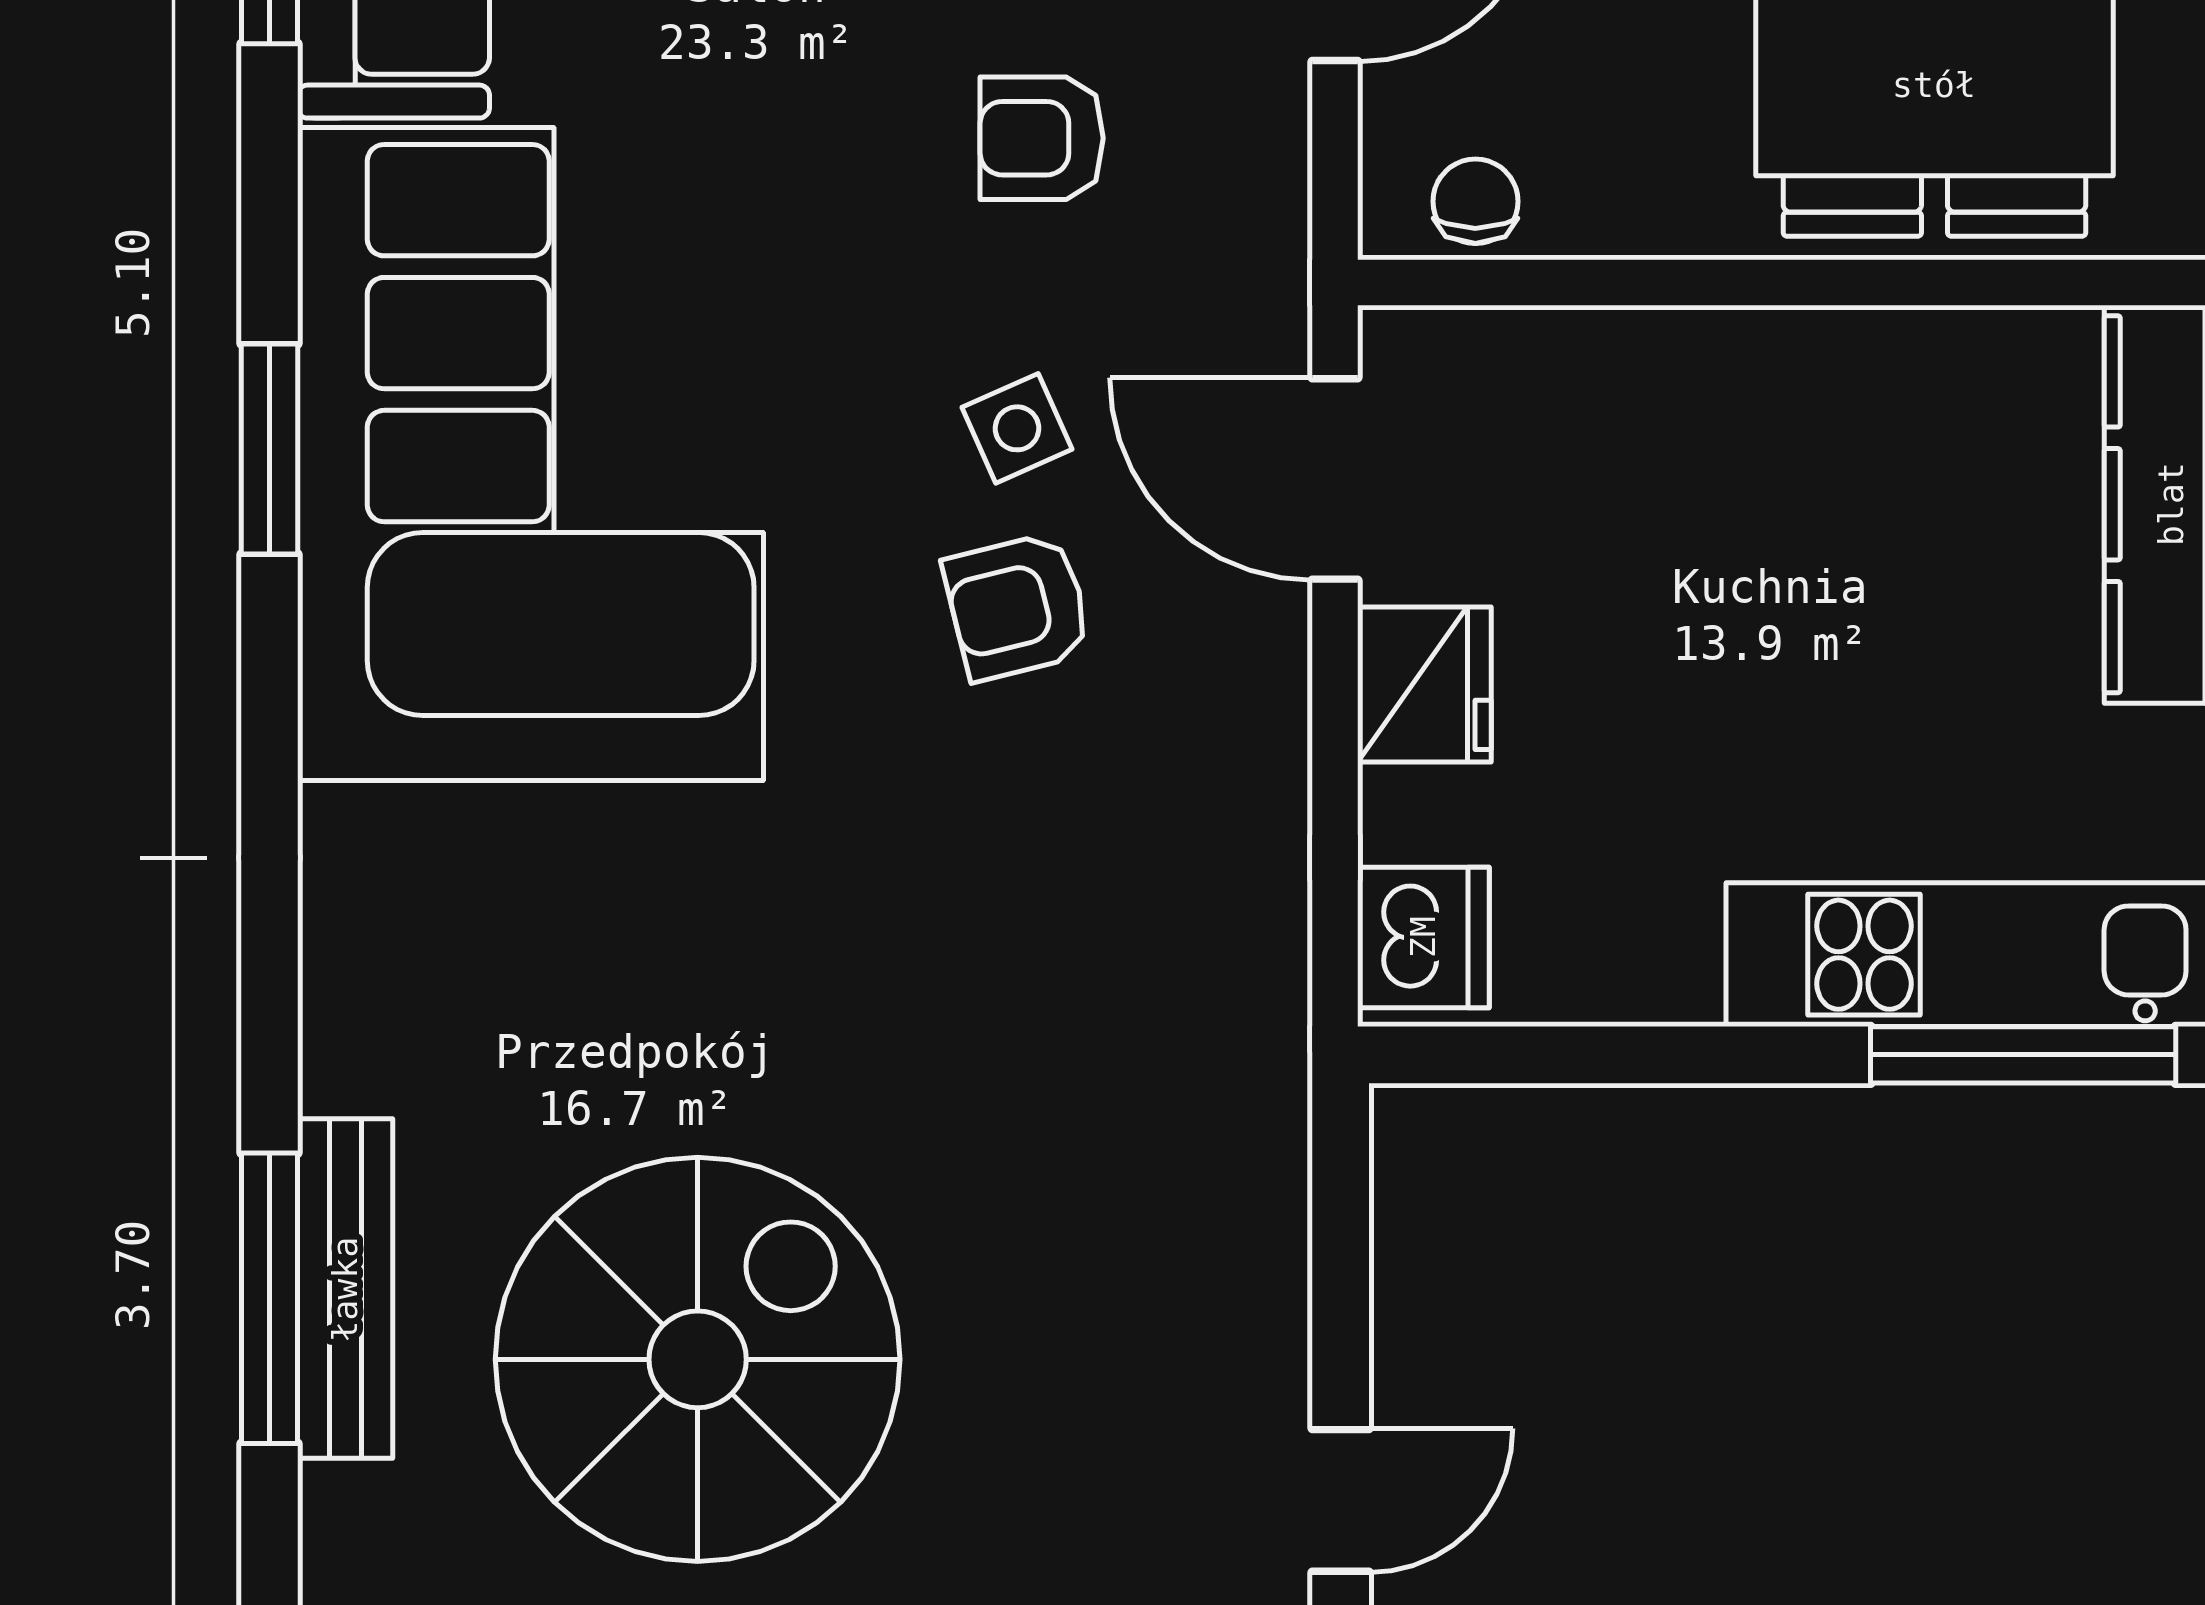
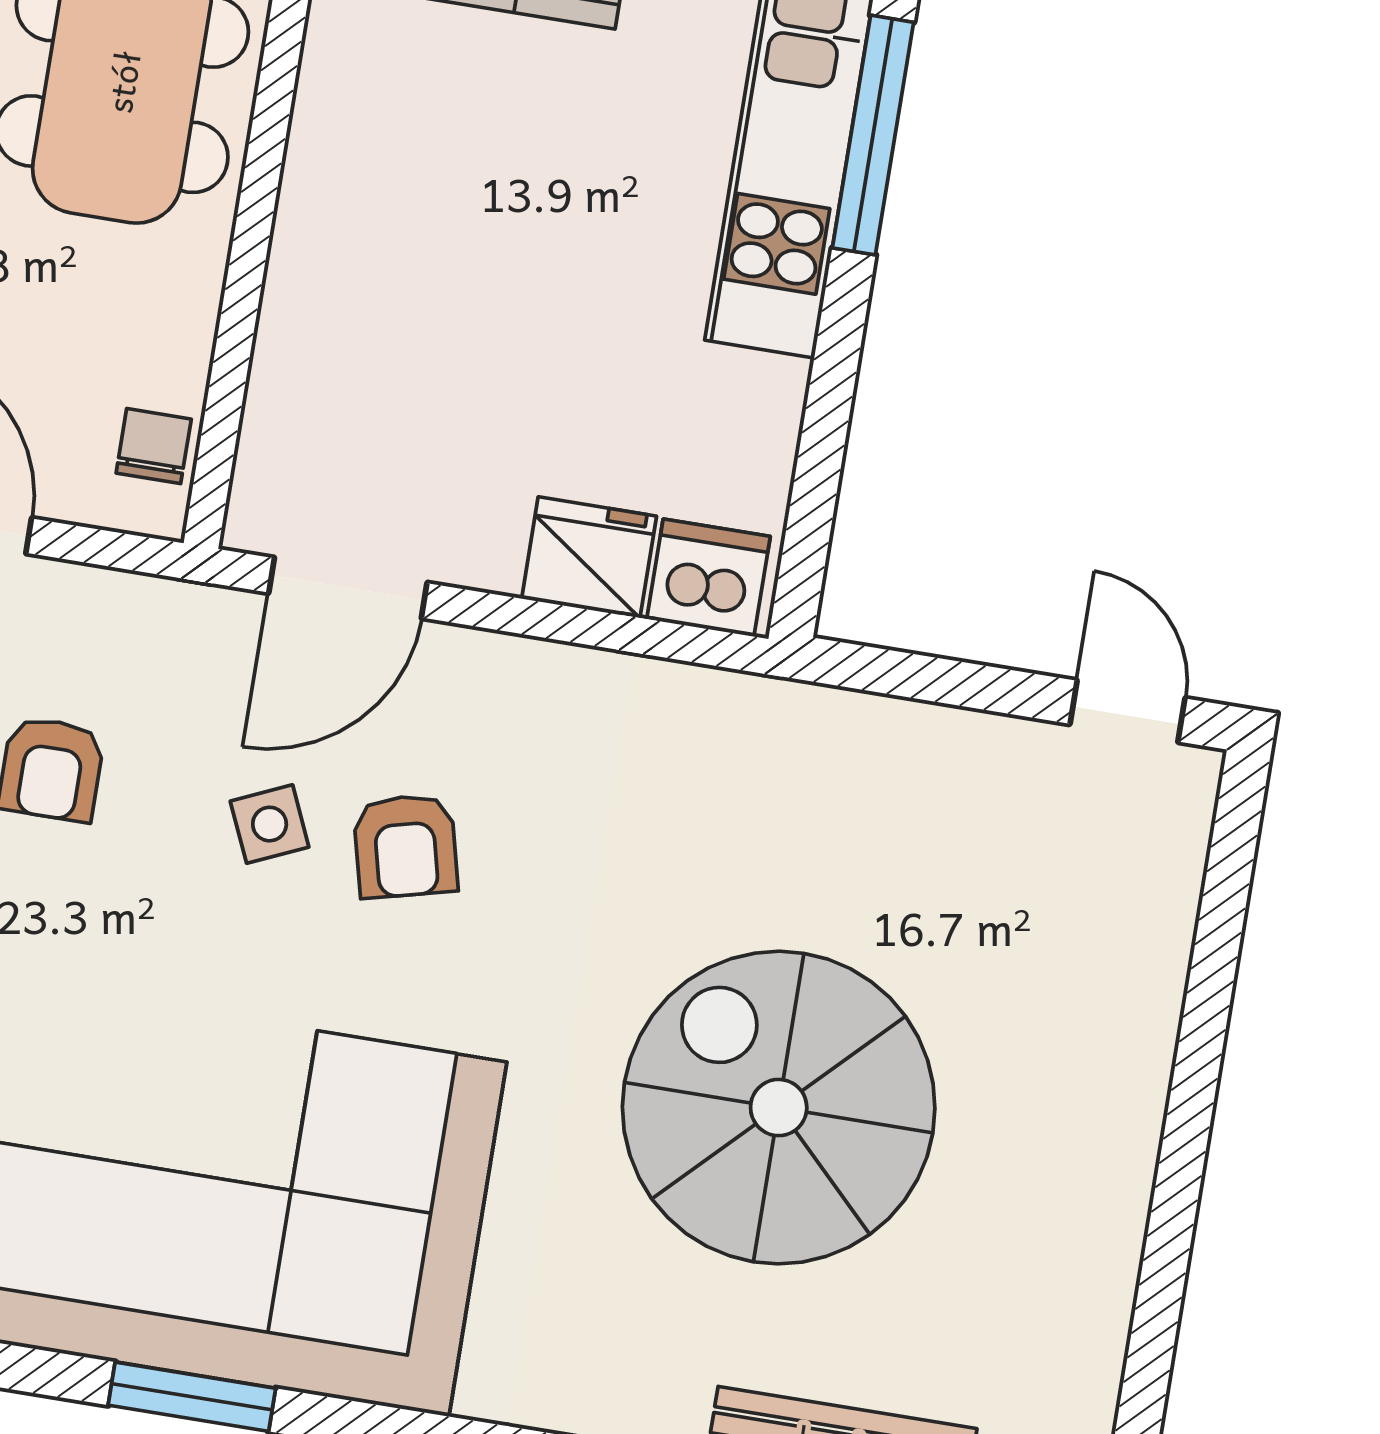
chair: (1475, 201) -> (154, 446), turned 90
fridge: (1424, 685) -> (589, 557), moved
spiral stairs: (698, 1359) -> (779, 1108), moved

